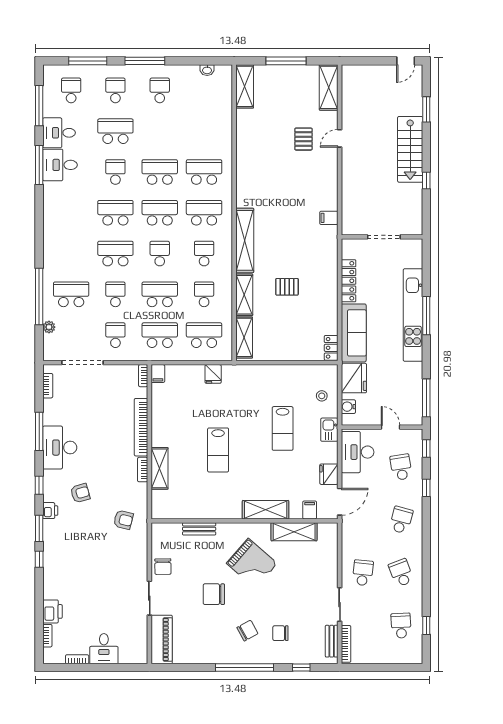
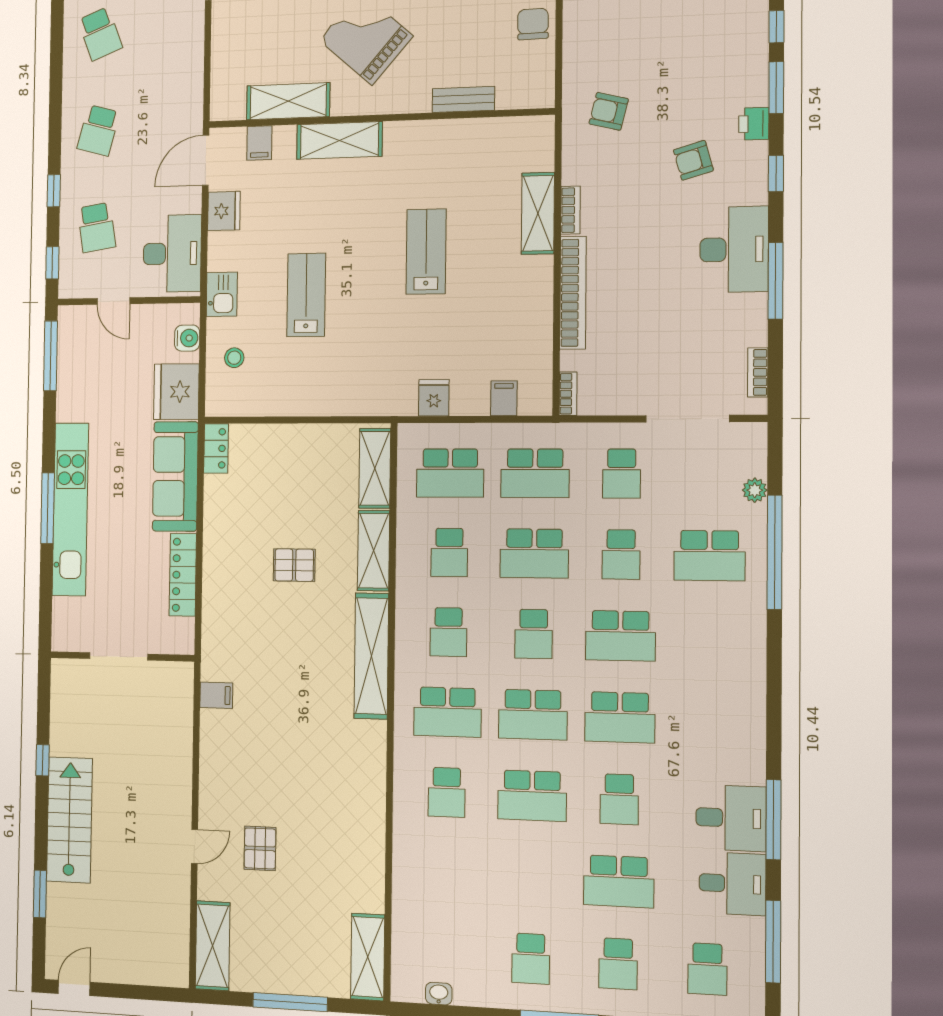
school desk: (204, 172) -> (447, 792), width x0.54
filing cabinet: (158, 374) -> (504, 398), moved
school desk: (363, 573) -> (167, 30), removed

